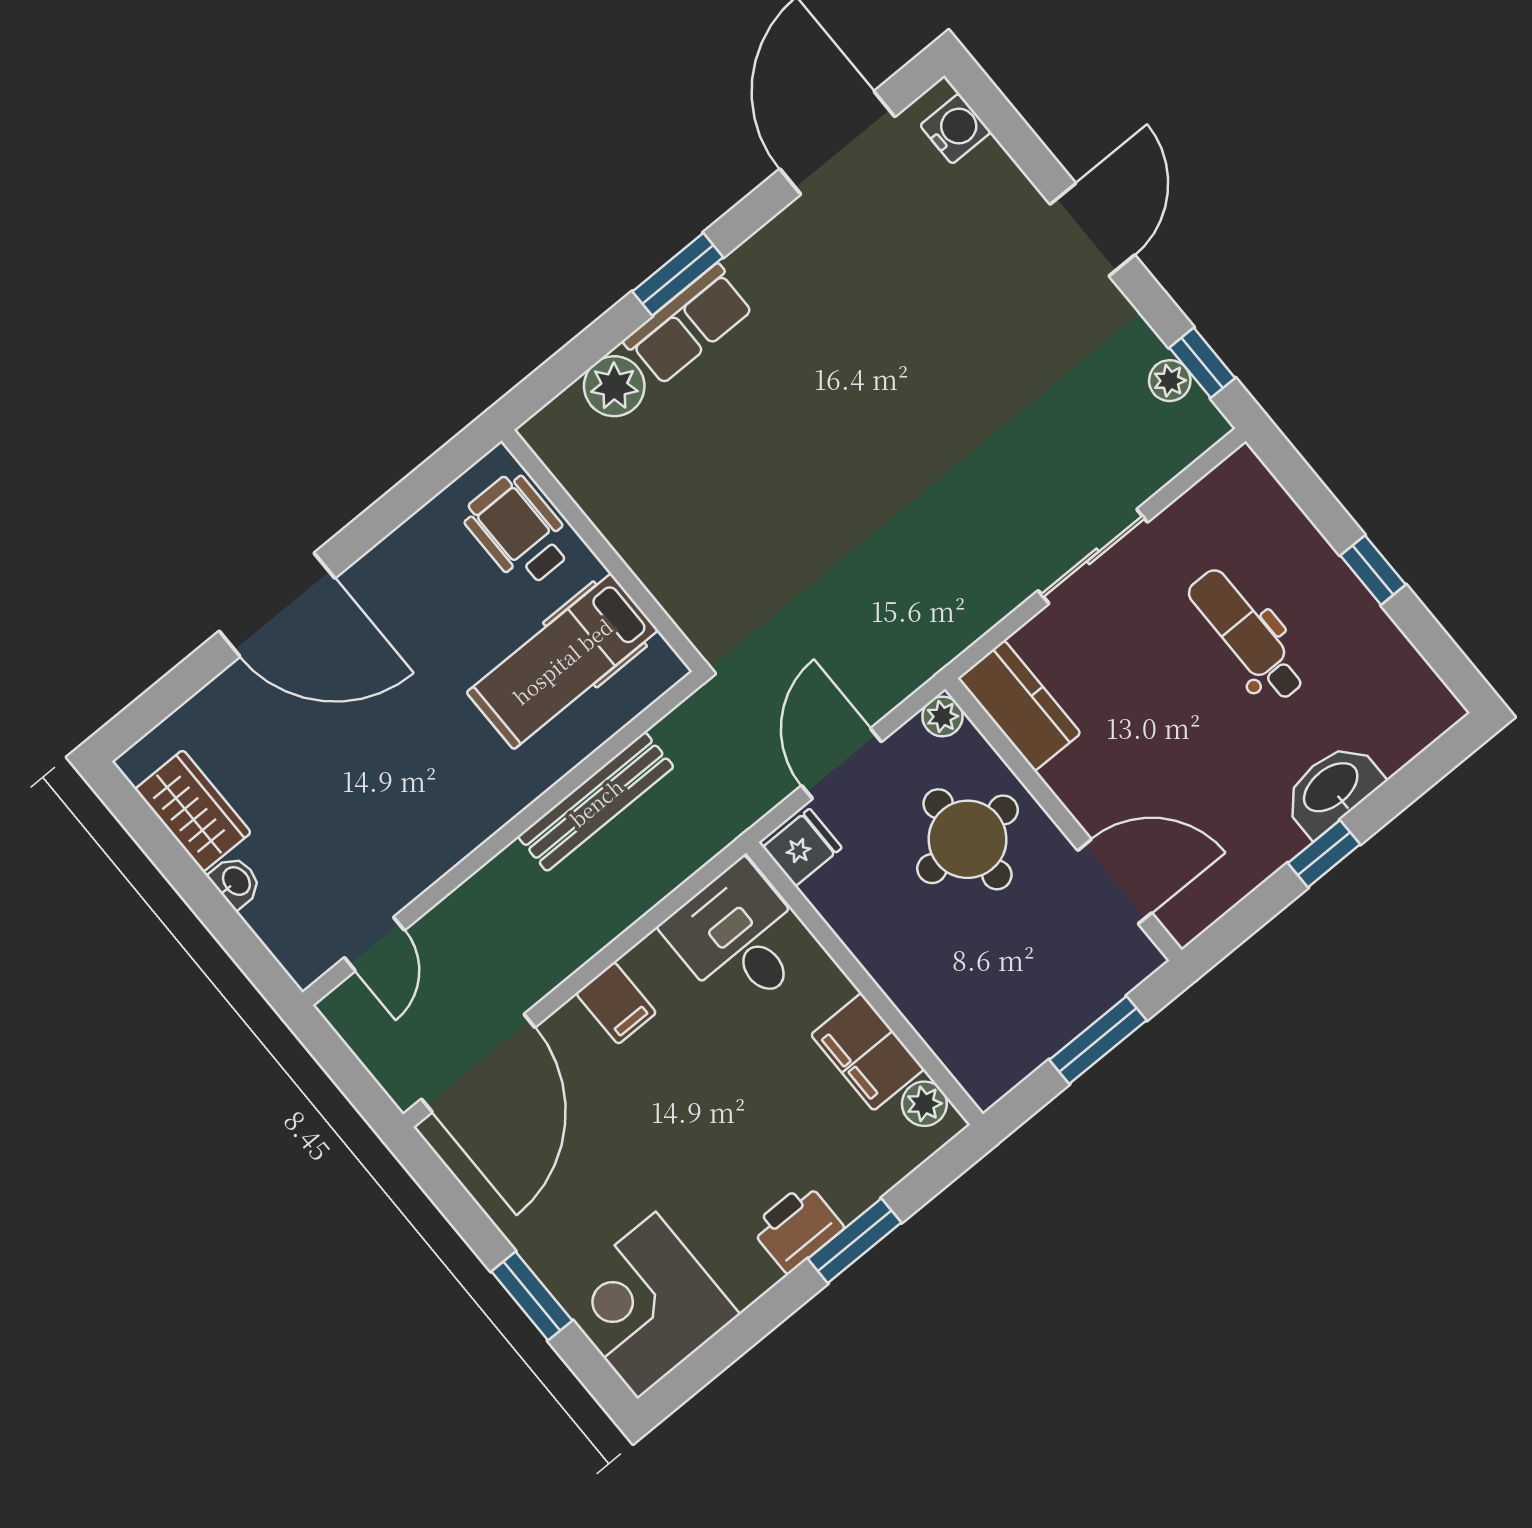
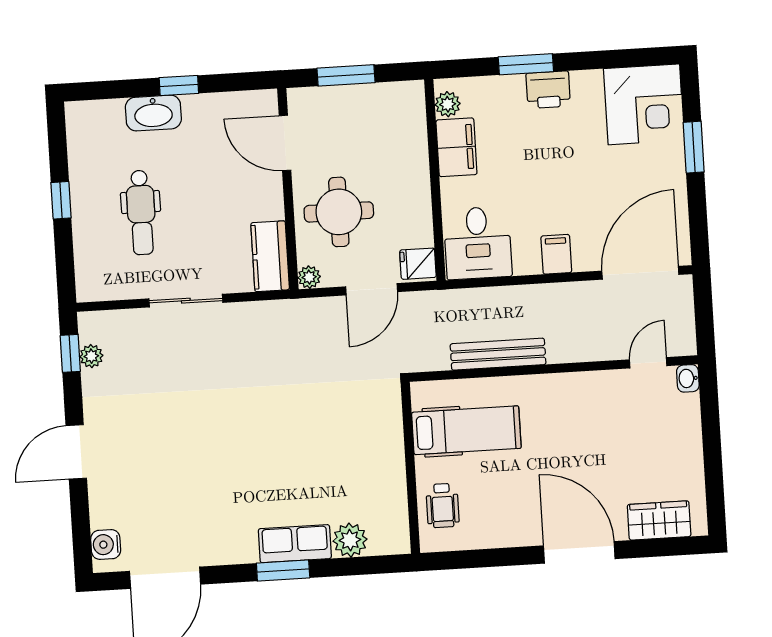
wheelchair: (519, 530) -> (443, 506), width x0.73, depth x0.73
wardrobe: (193, 811) -> (659, 520), moved, turned 90
washbasin: (236, 882) -> (688, 378), moved

